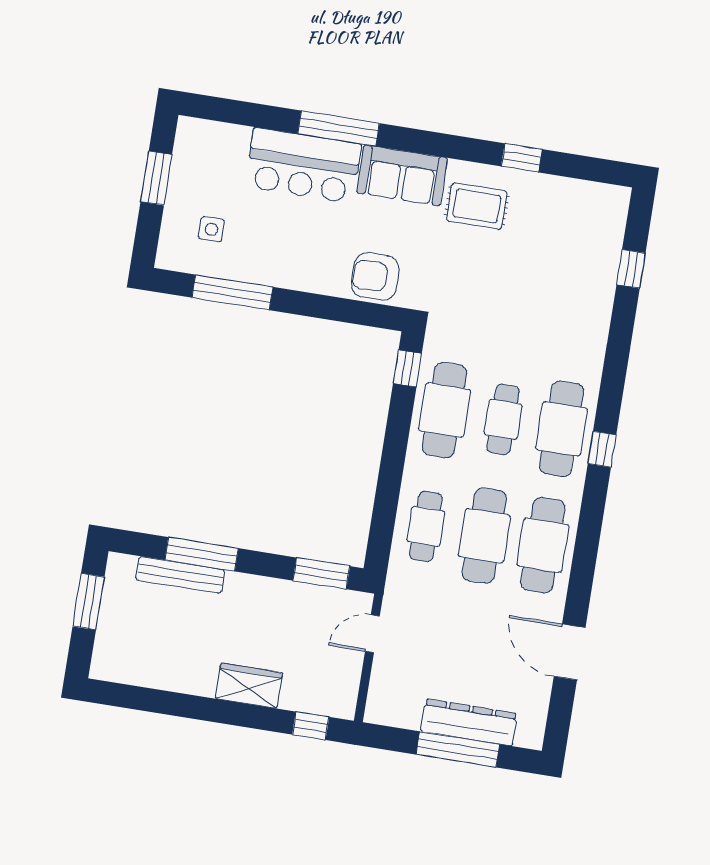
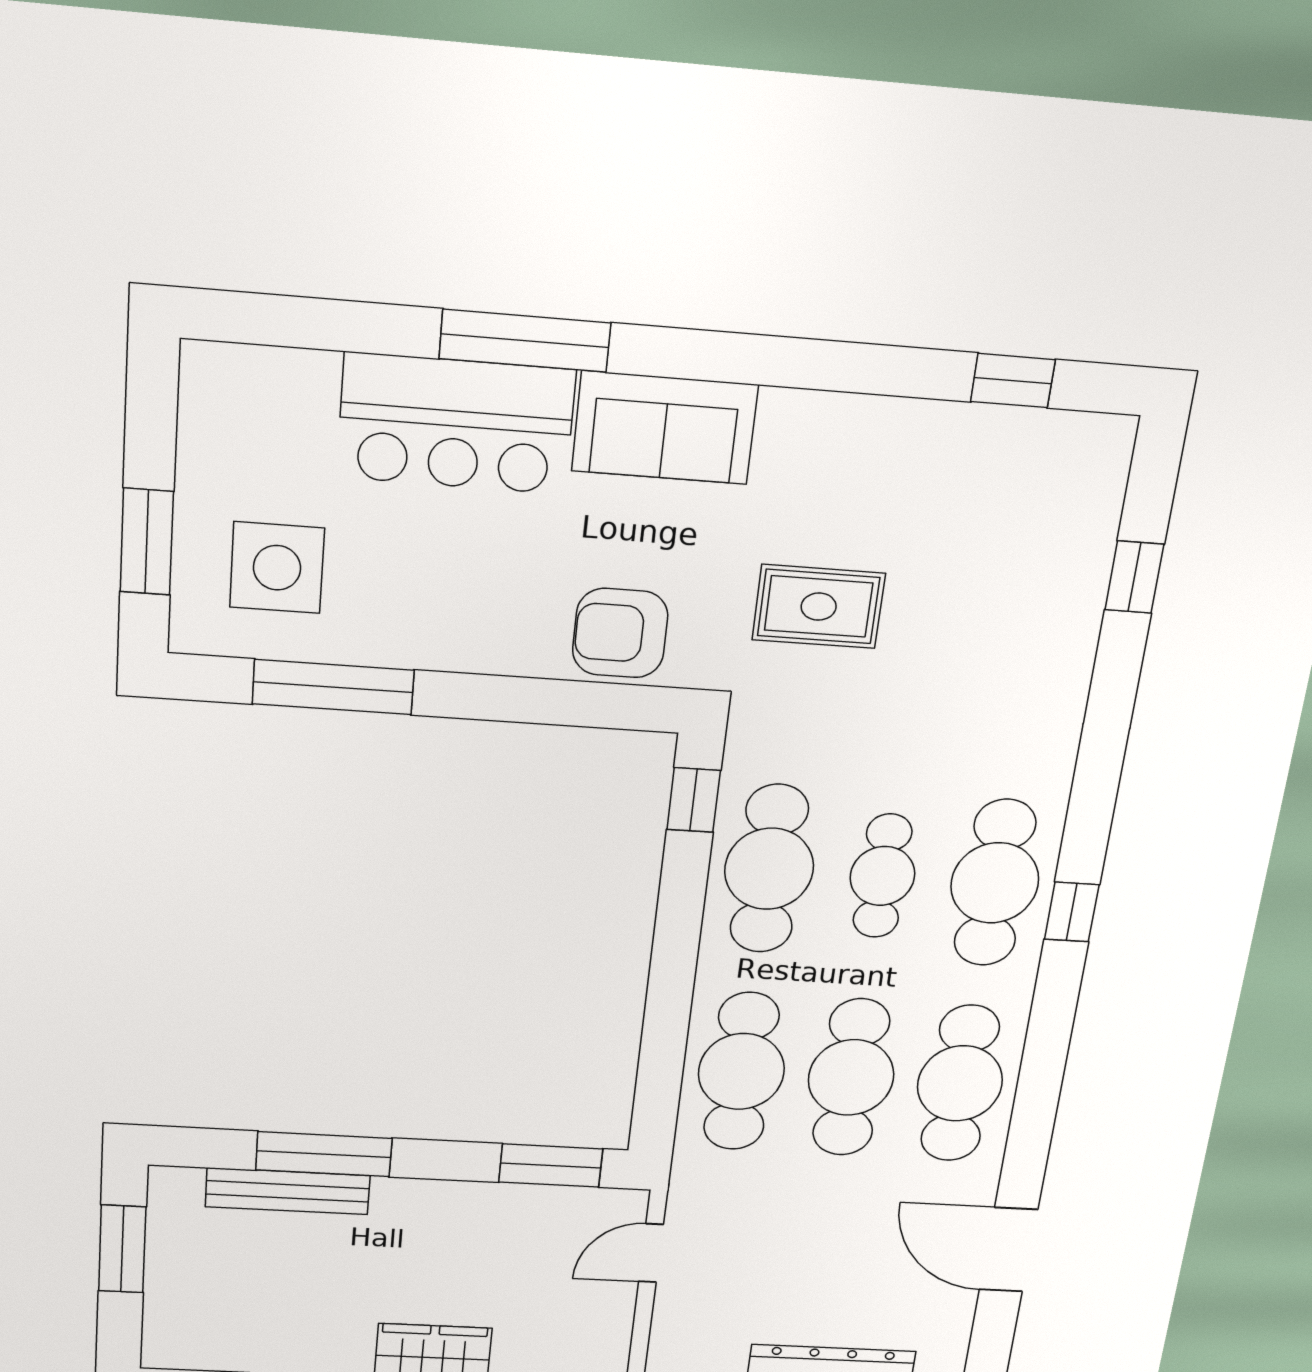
window: (522, 158) -> (1013, 381), moved
window: (156, 178) -> (147, 542), moved
rug: (477, 206) -> (819, 607), moved
side table: (211, 229) -> (277, 568), width x1.87, depth x1.87
cafe table: (426, 526) -> (741, 1072), width x1.37, depth x1.35

